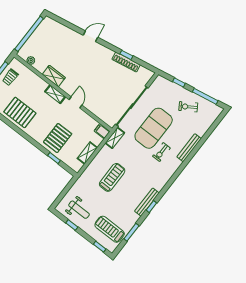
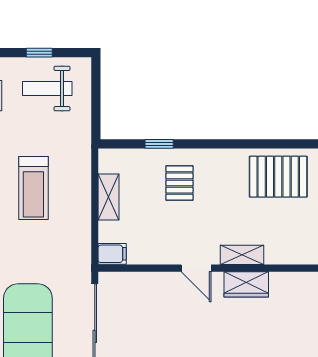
wardrobe: (54, 76) -> (246, 284), moved
pallet: (58, 138) -> (179, 183), width x0.67, depth x0.71
shelving: (115, 138) -> (81, 259), removed

